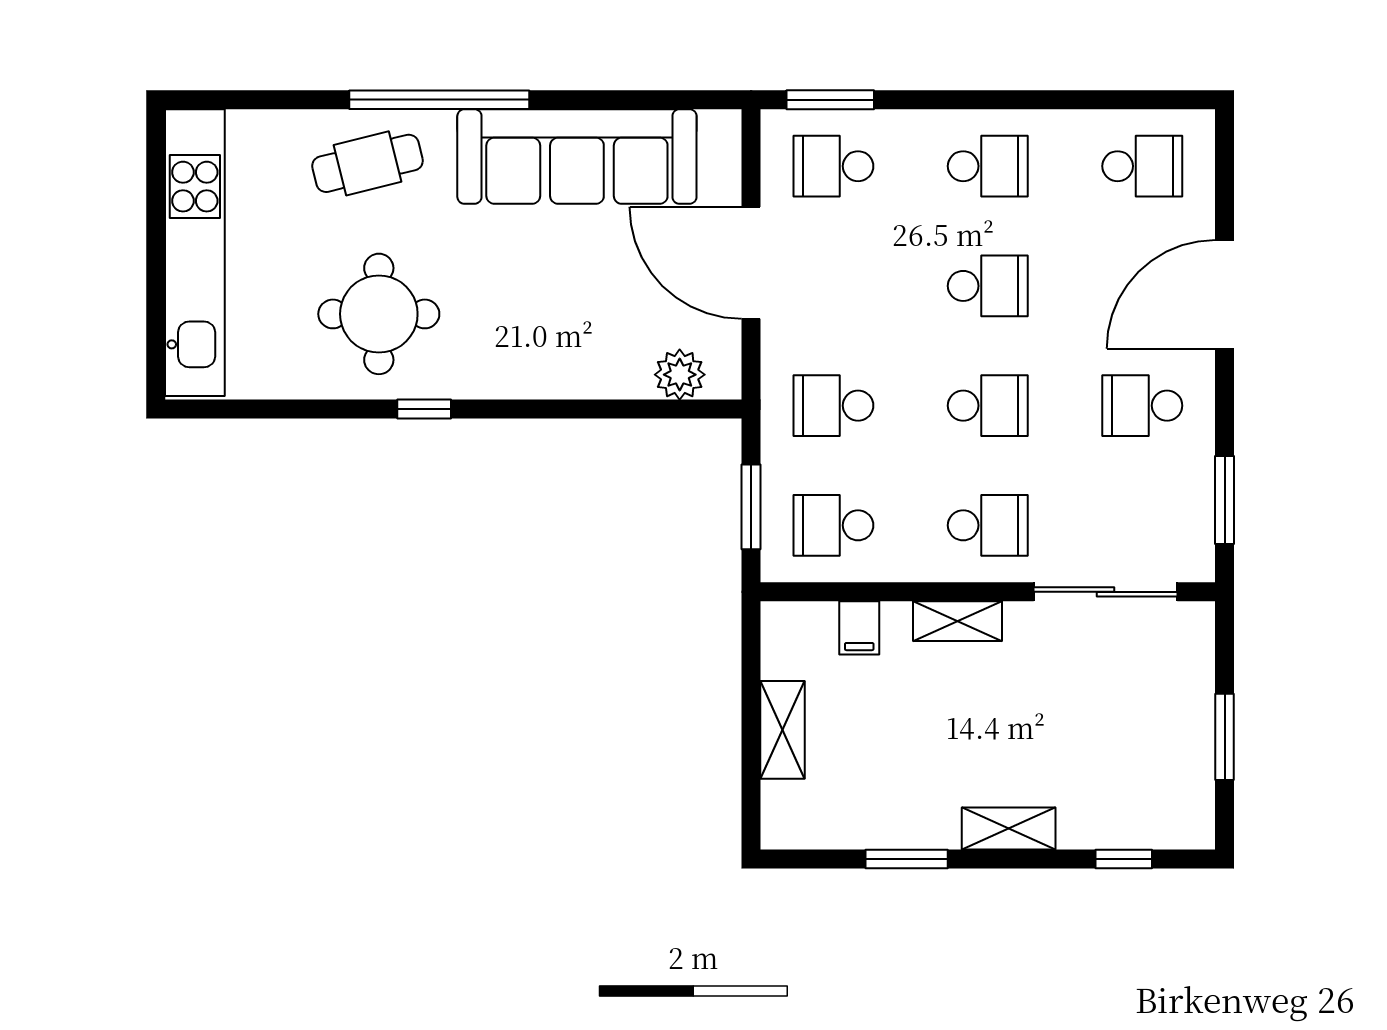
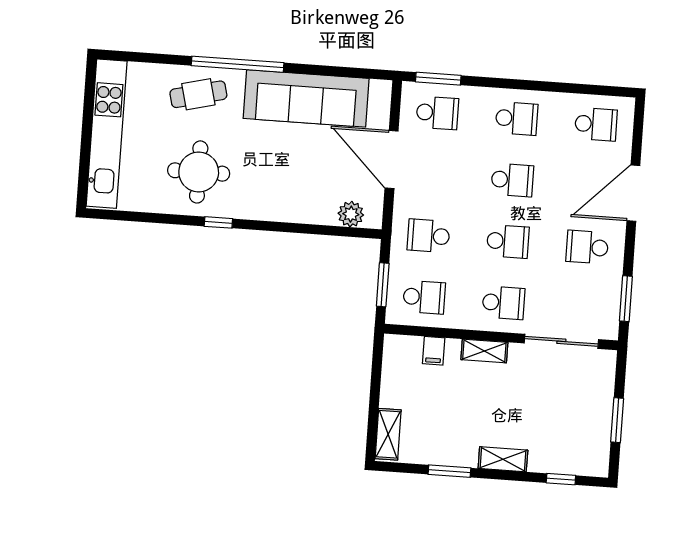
school desk: (833, 166) -> (437, 113), turned 180
school desk: (833, 525) -> (424, 297), turned 180
shelving: (783, 730) -> (388, 434), moved

